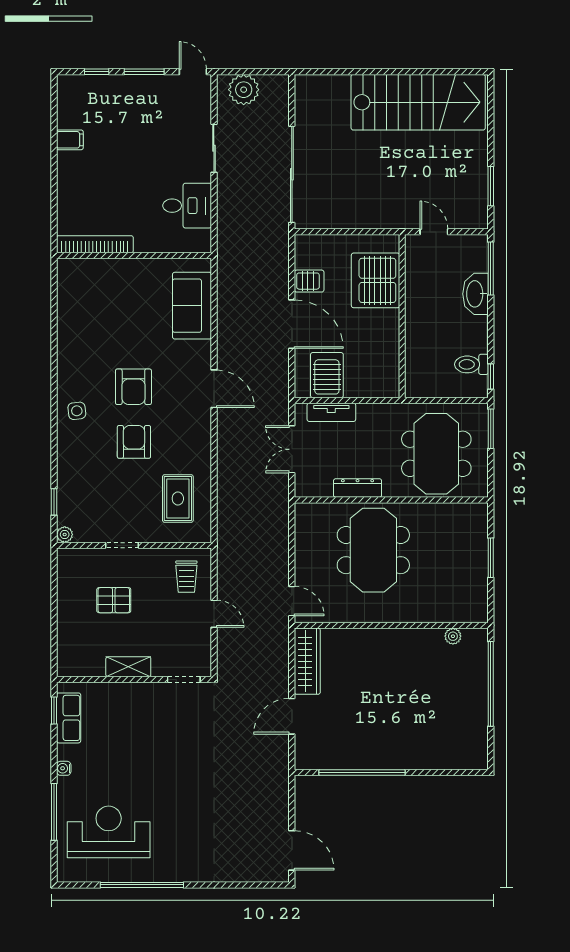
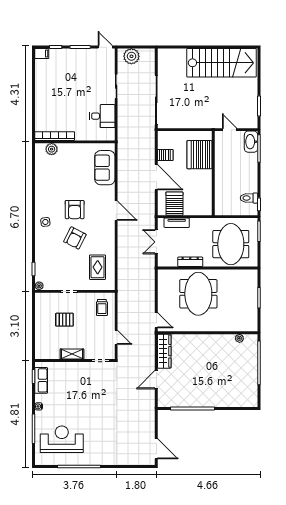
filing cabinet: (70, 140) -> (42, 54), moved
plant: (89, 270) -> (52, 149), added
washbasin: (475, 294) -> (251, 142), moved
armchair: (134, 442) -> (75, 238), turned -153
door: (214, 614) -> (116, 337), moved

